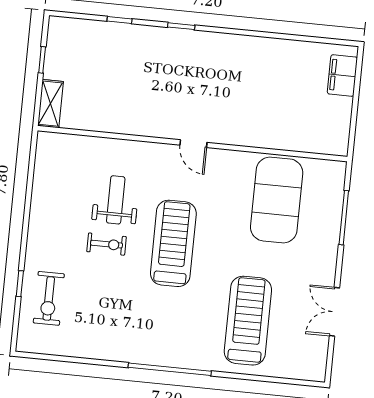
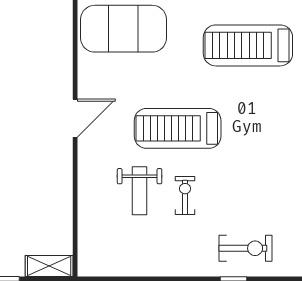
door: (193, 144) -> (75, 118), width x1.38
weight bench: (116, 200) -> (140, 191), turned -90

